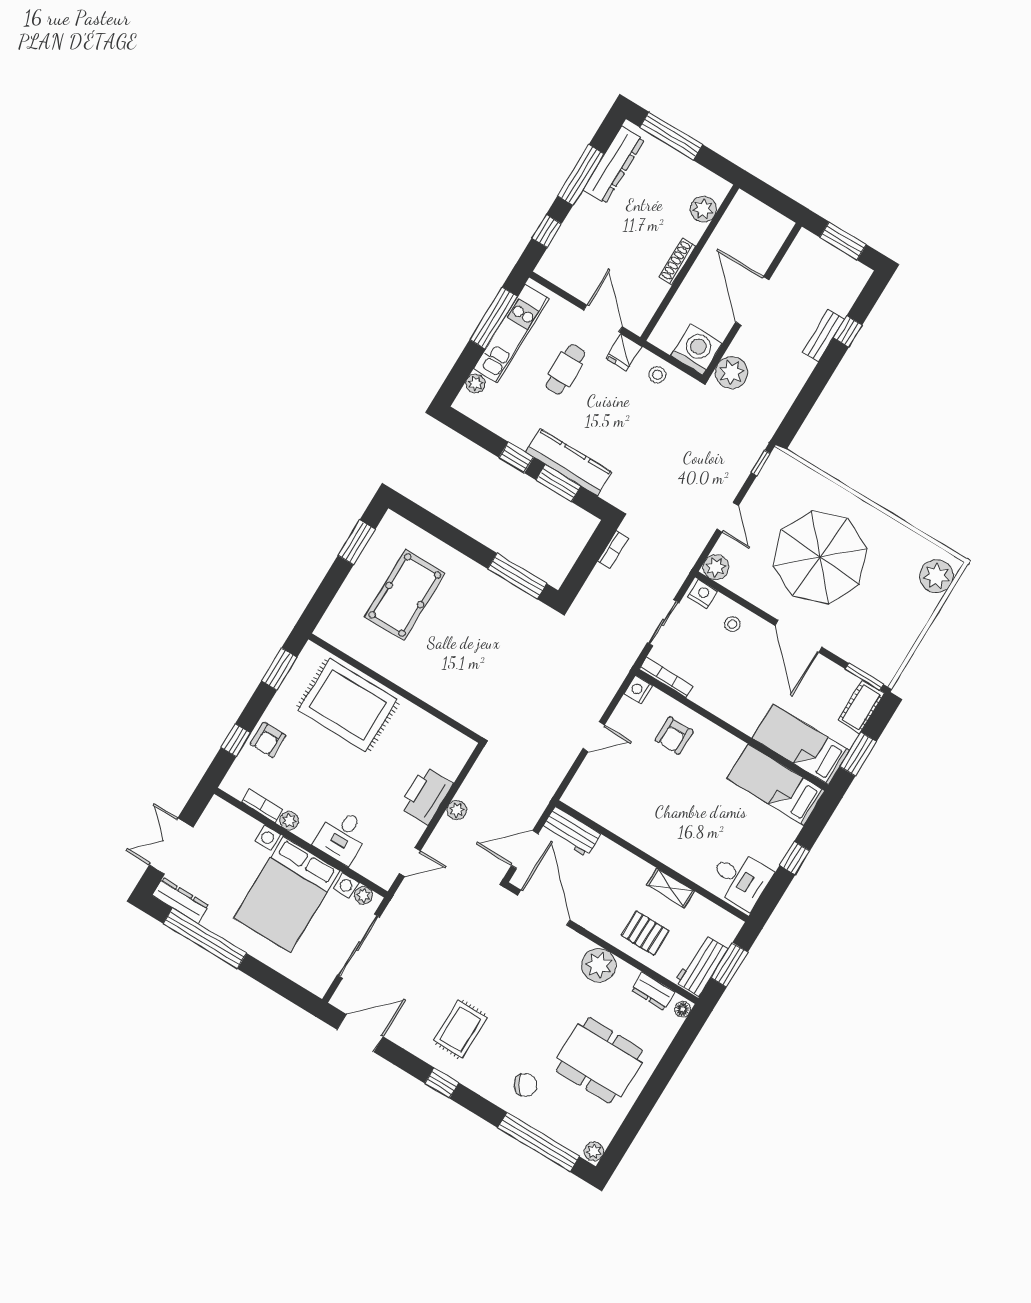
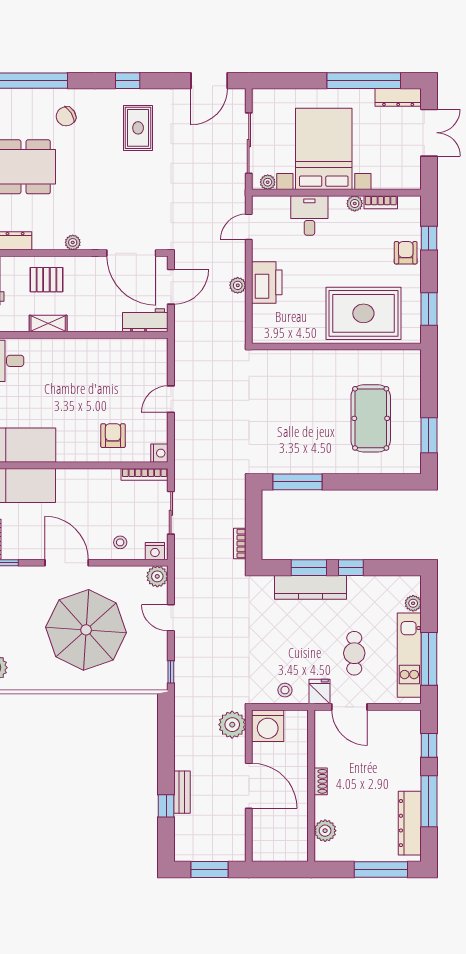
shoe rack: (677, 261) -> (321, 781), width x0.70
plant: (599, 965) -> (73, 242), width x0.53, depth x0.53

